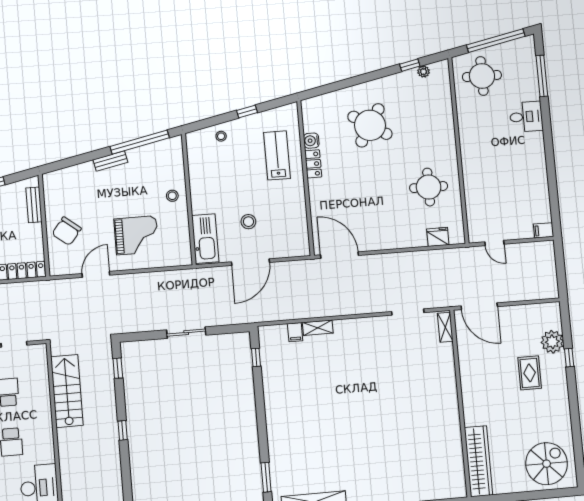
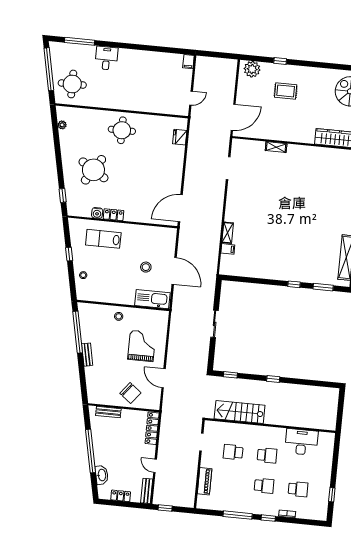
window: (410, 65) -> (63, 195), moved
round table: (429, 187) -> (122, 130), moved
shelving: (445, 327) -> (276, 147), moved
plant: (552, 342) -> (252, 69), moved
window: (256, 357) -> (294, 284), moved

